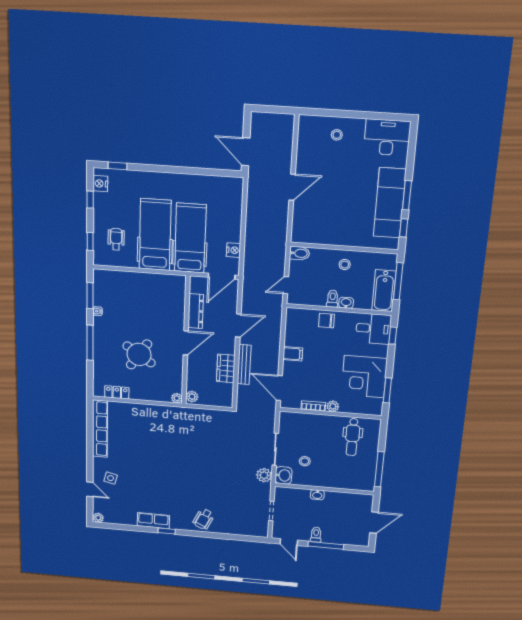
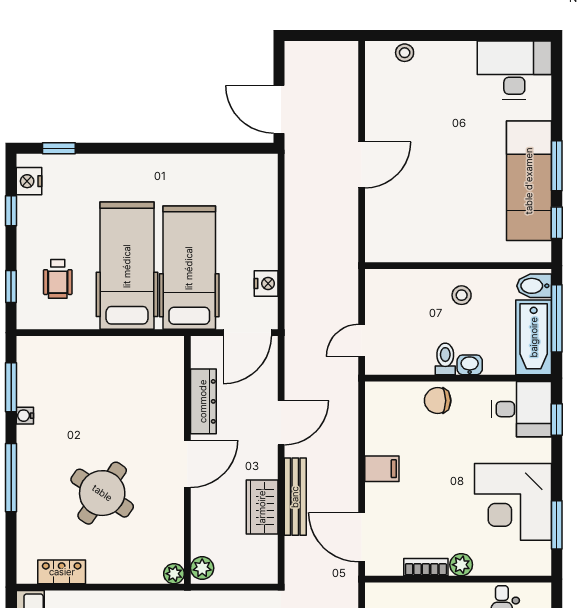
stool: (337, 135) -> (405, 53), moved
wheelchair: (116, 239) -> (58, 279), turned 180
bidet: (300, 253) -> (534, 286), moved, turned 180

